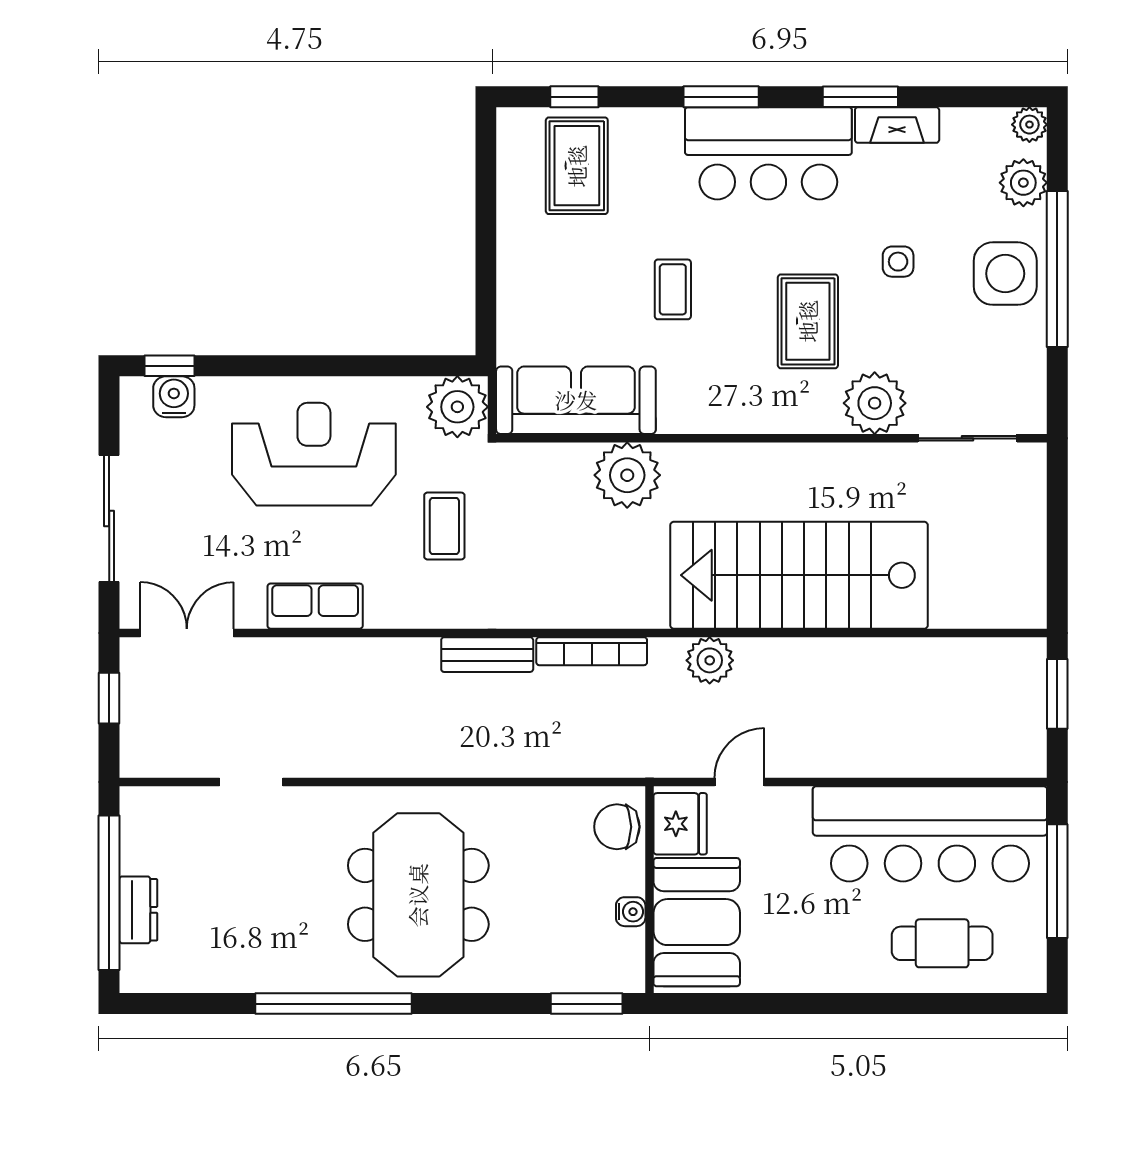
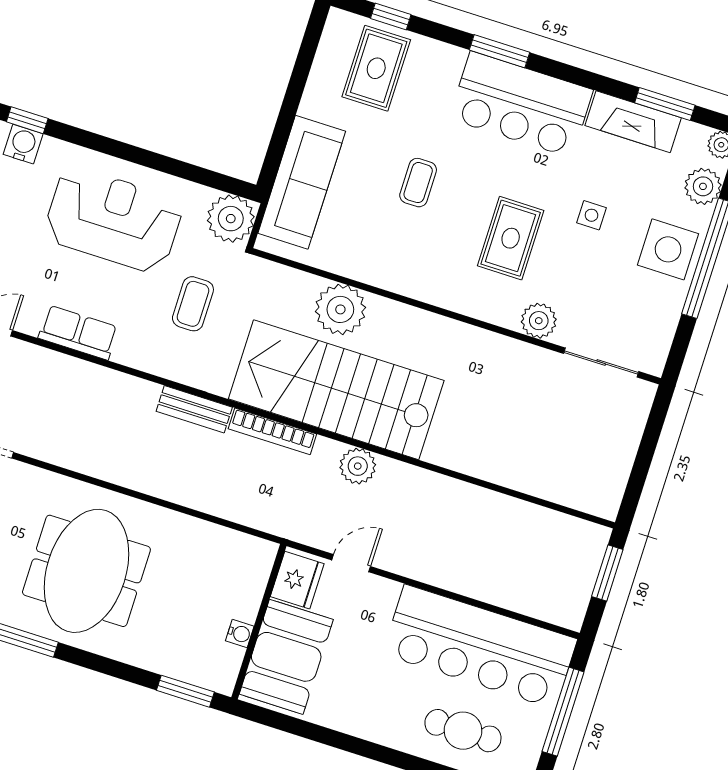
window: (860, 97) -> (665, 104), moved
fireplace: (897, 125) -> (633, 122), width x1.37, depth x1.32
sofa: (576, 400) -> (302, 182), moved, turned 90
plant: (875, 403) -> (539, 321), width x0.73, depth x0.73
stairs: (799, 575) -> (336, 390), moved
chair: (617, 827) -> (250, 567), removed

